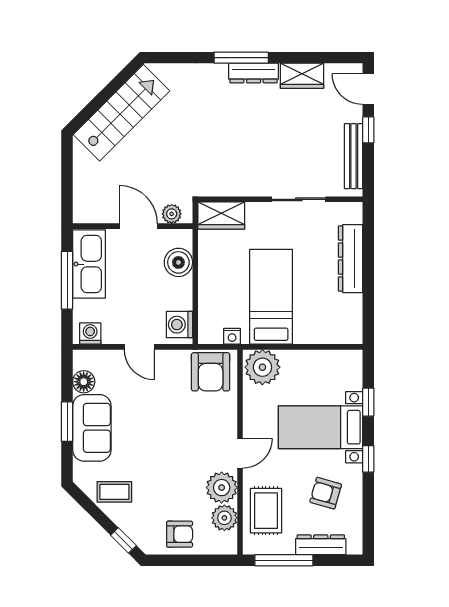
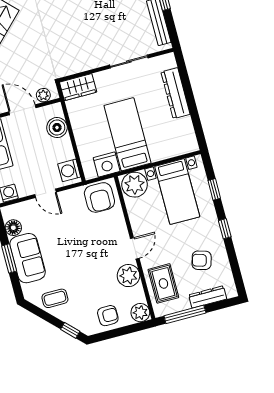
nightstand: (232, 336) -> (107, 165), width x1.89, depth x1.79
bed with nightstands: (320, 427) -> (177, 192), moved, turned -90
plant: (224, 518) -> (140, 313), moved

